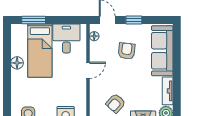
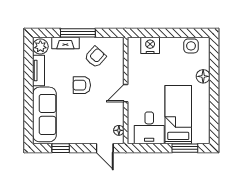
window: (134, 20) -> (61, 148), moved
armchair: (127, 51) -> (82, 85), moved, turned 84
floor lamp: (17, 63) -> (203, 76), moved

